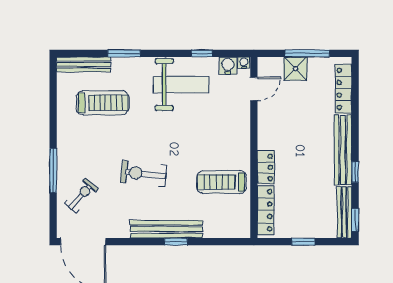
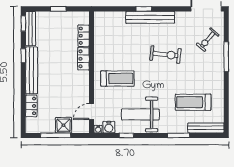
locker: (343, 89) -> (31, 106), width x0.66
treadmill: (222, 182) -> (117, 79), moved
locker: (266, 210) -> (84, 36), width x0.66

